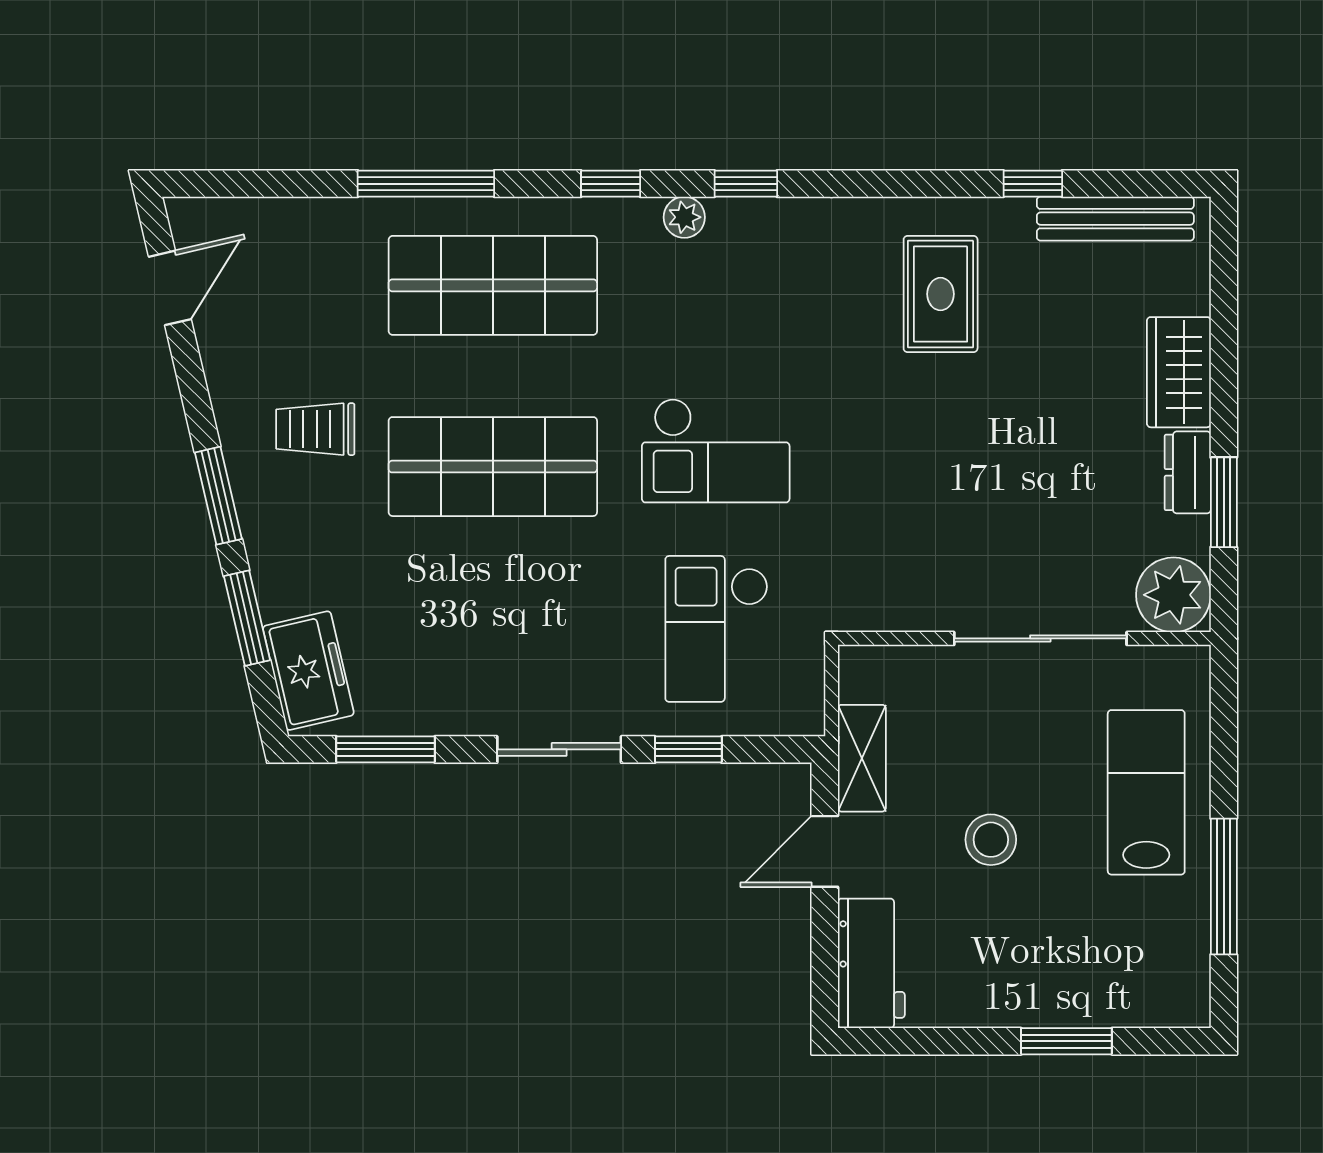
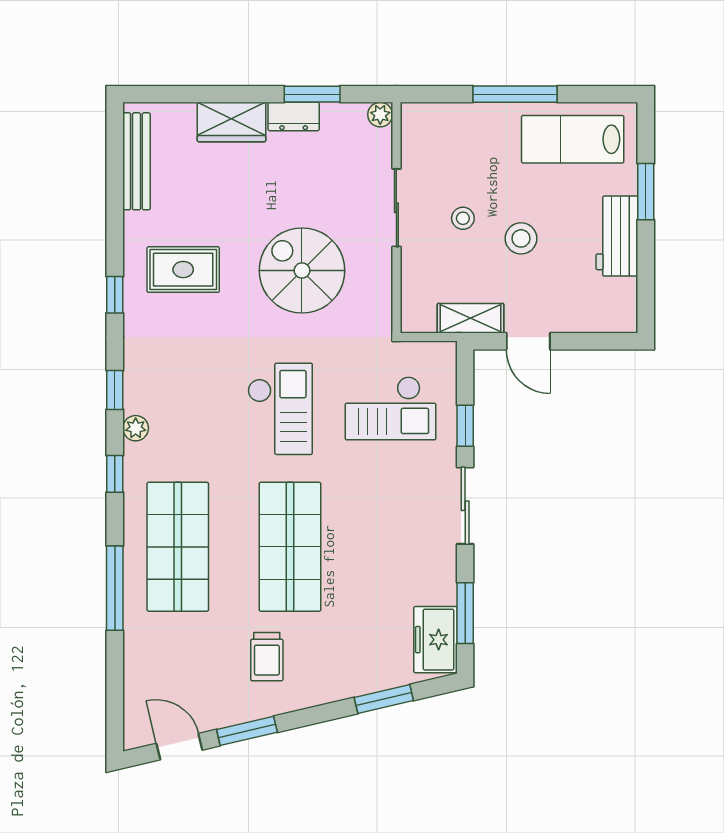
window: (1033, 184) -> (115, 295), moved
spiral stairs: (939, 486) -> (302, 271), added
window: (218, 496) -> (247, 731), moved
plant: (1173, 595) -> (380, 115), width x0.53, depth x0.53
sliding door: (1040, 638) -> (396, 208), width x0.73
freezer: (308, 671) -> (435, 640), moved, turned -77
stool: (1023, 746) -> (463, 218), added
lab bench: (1146, 792) -> (573, 139), moved
window: (1224, 887) -> (515, 94), moved
workbench: (871, 963) -> (617, 236), moved, turned -90

